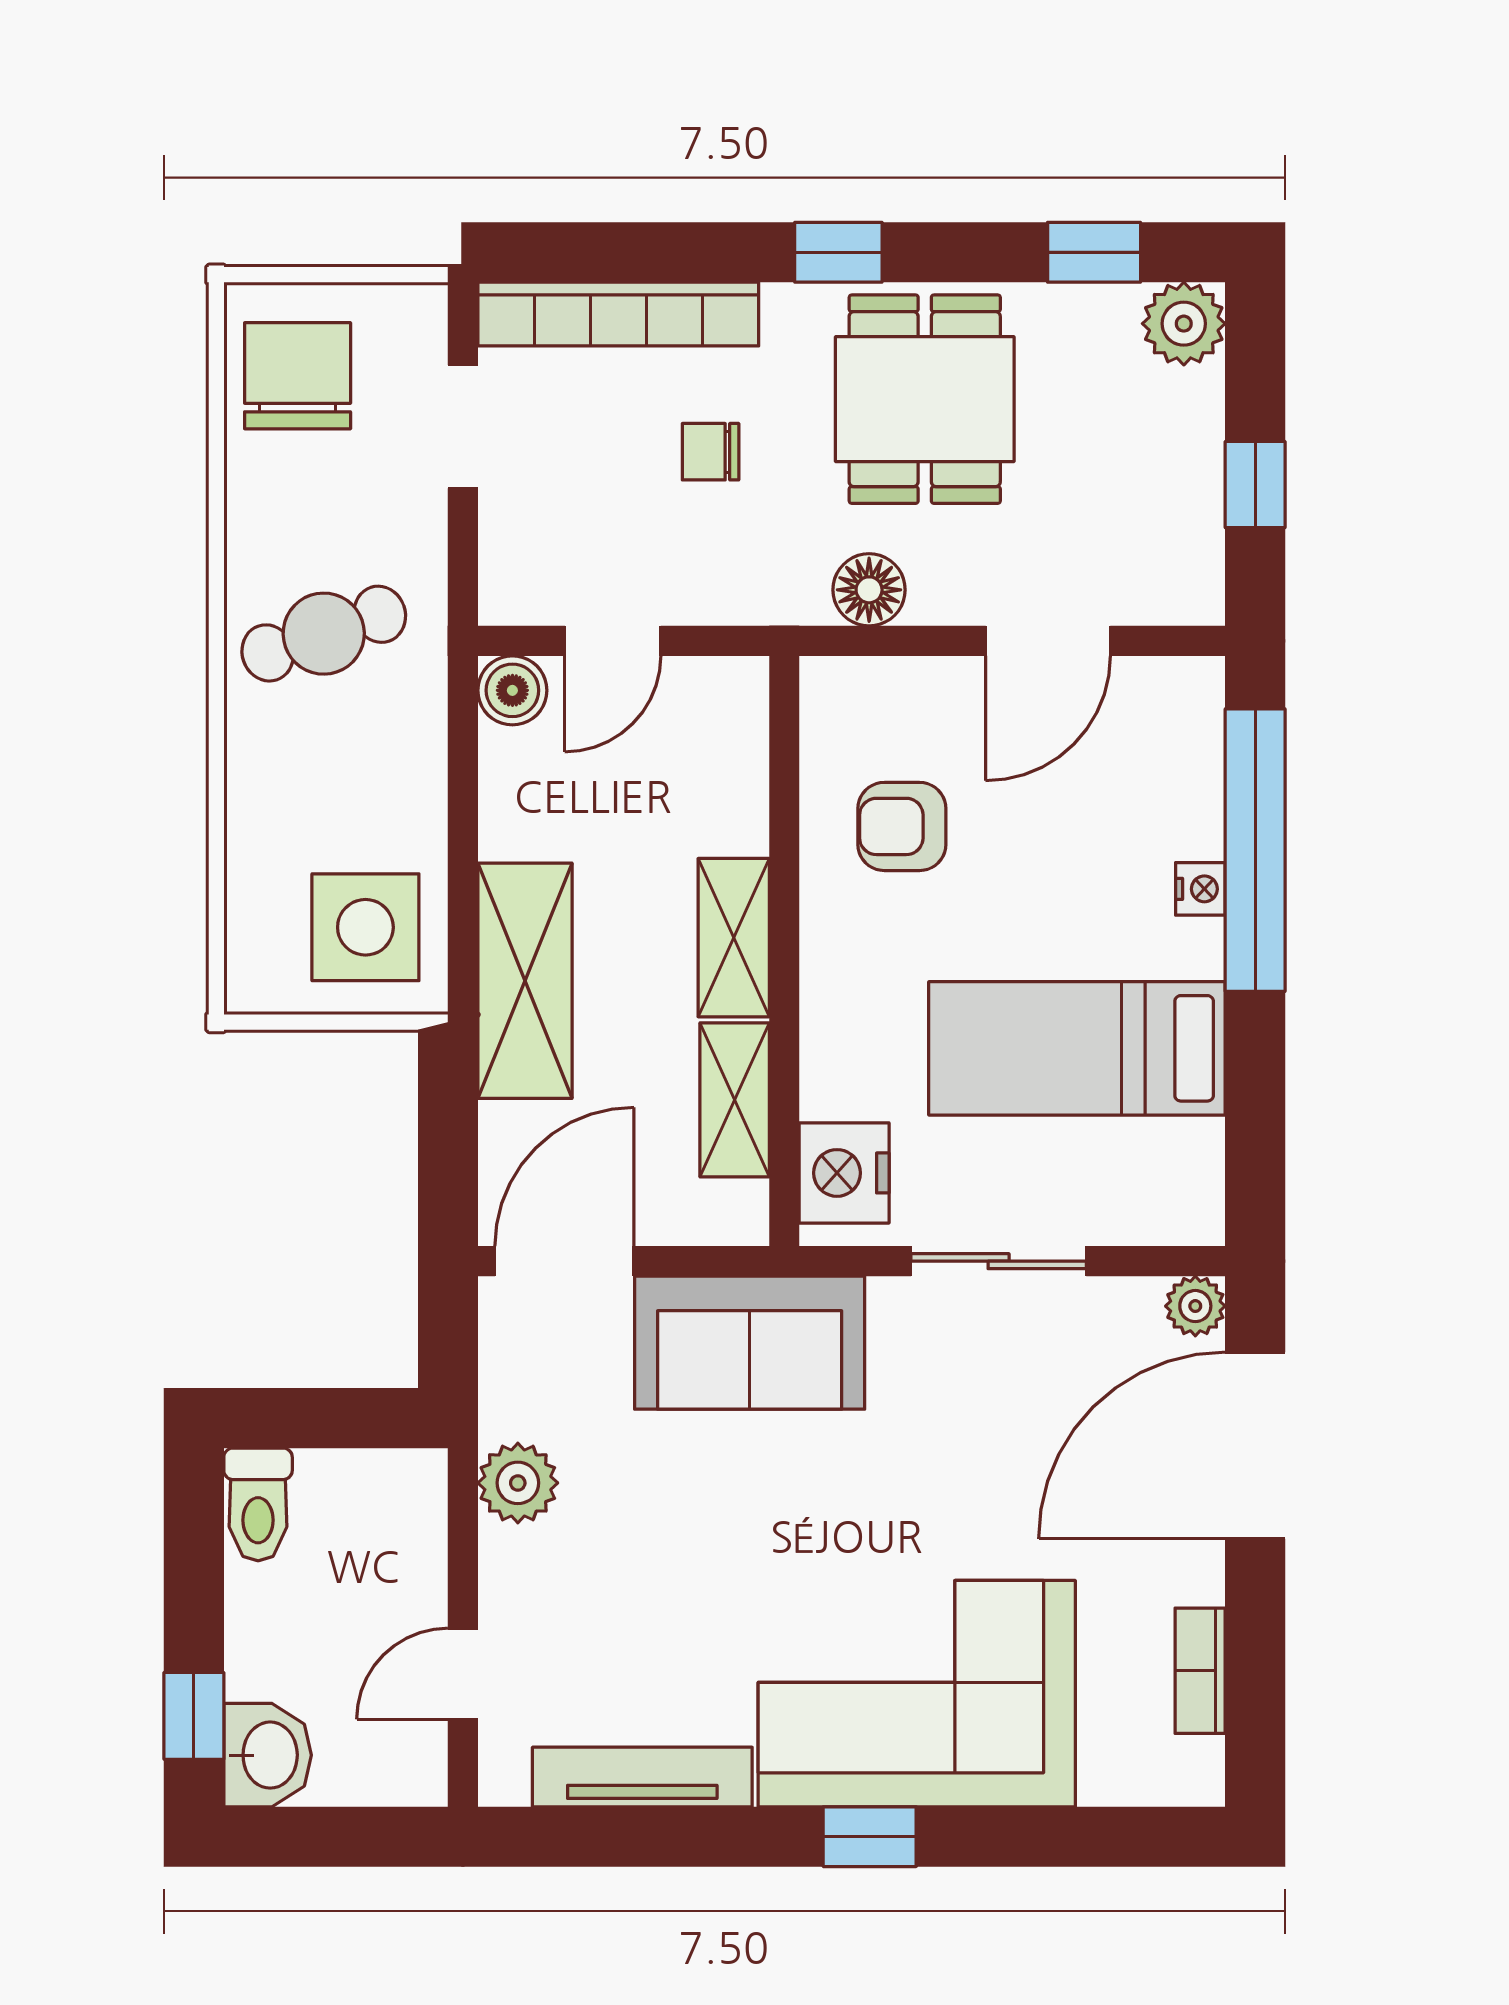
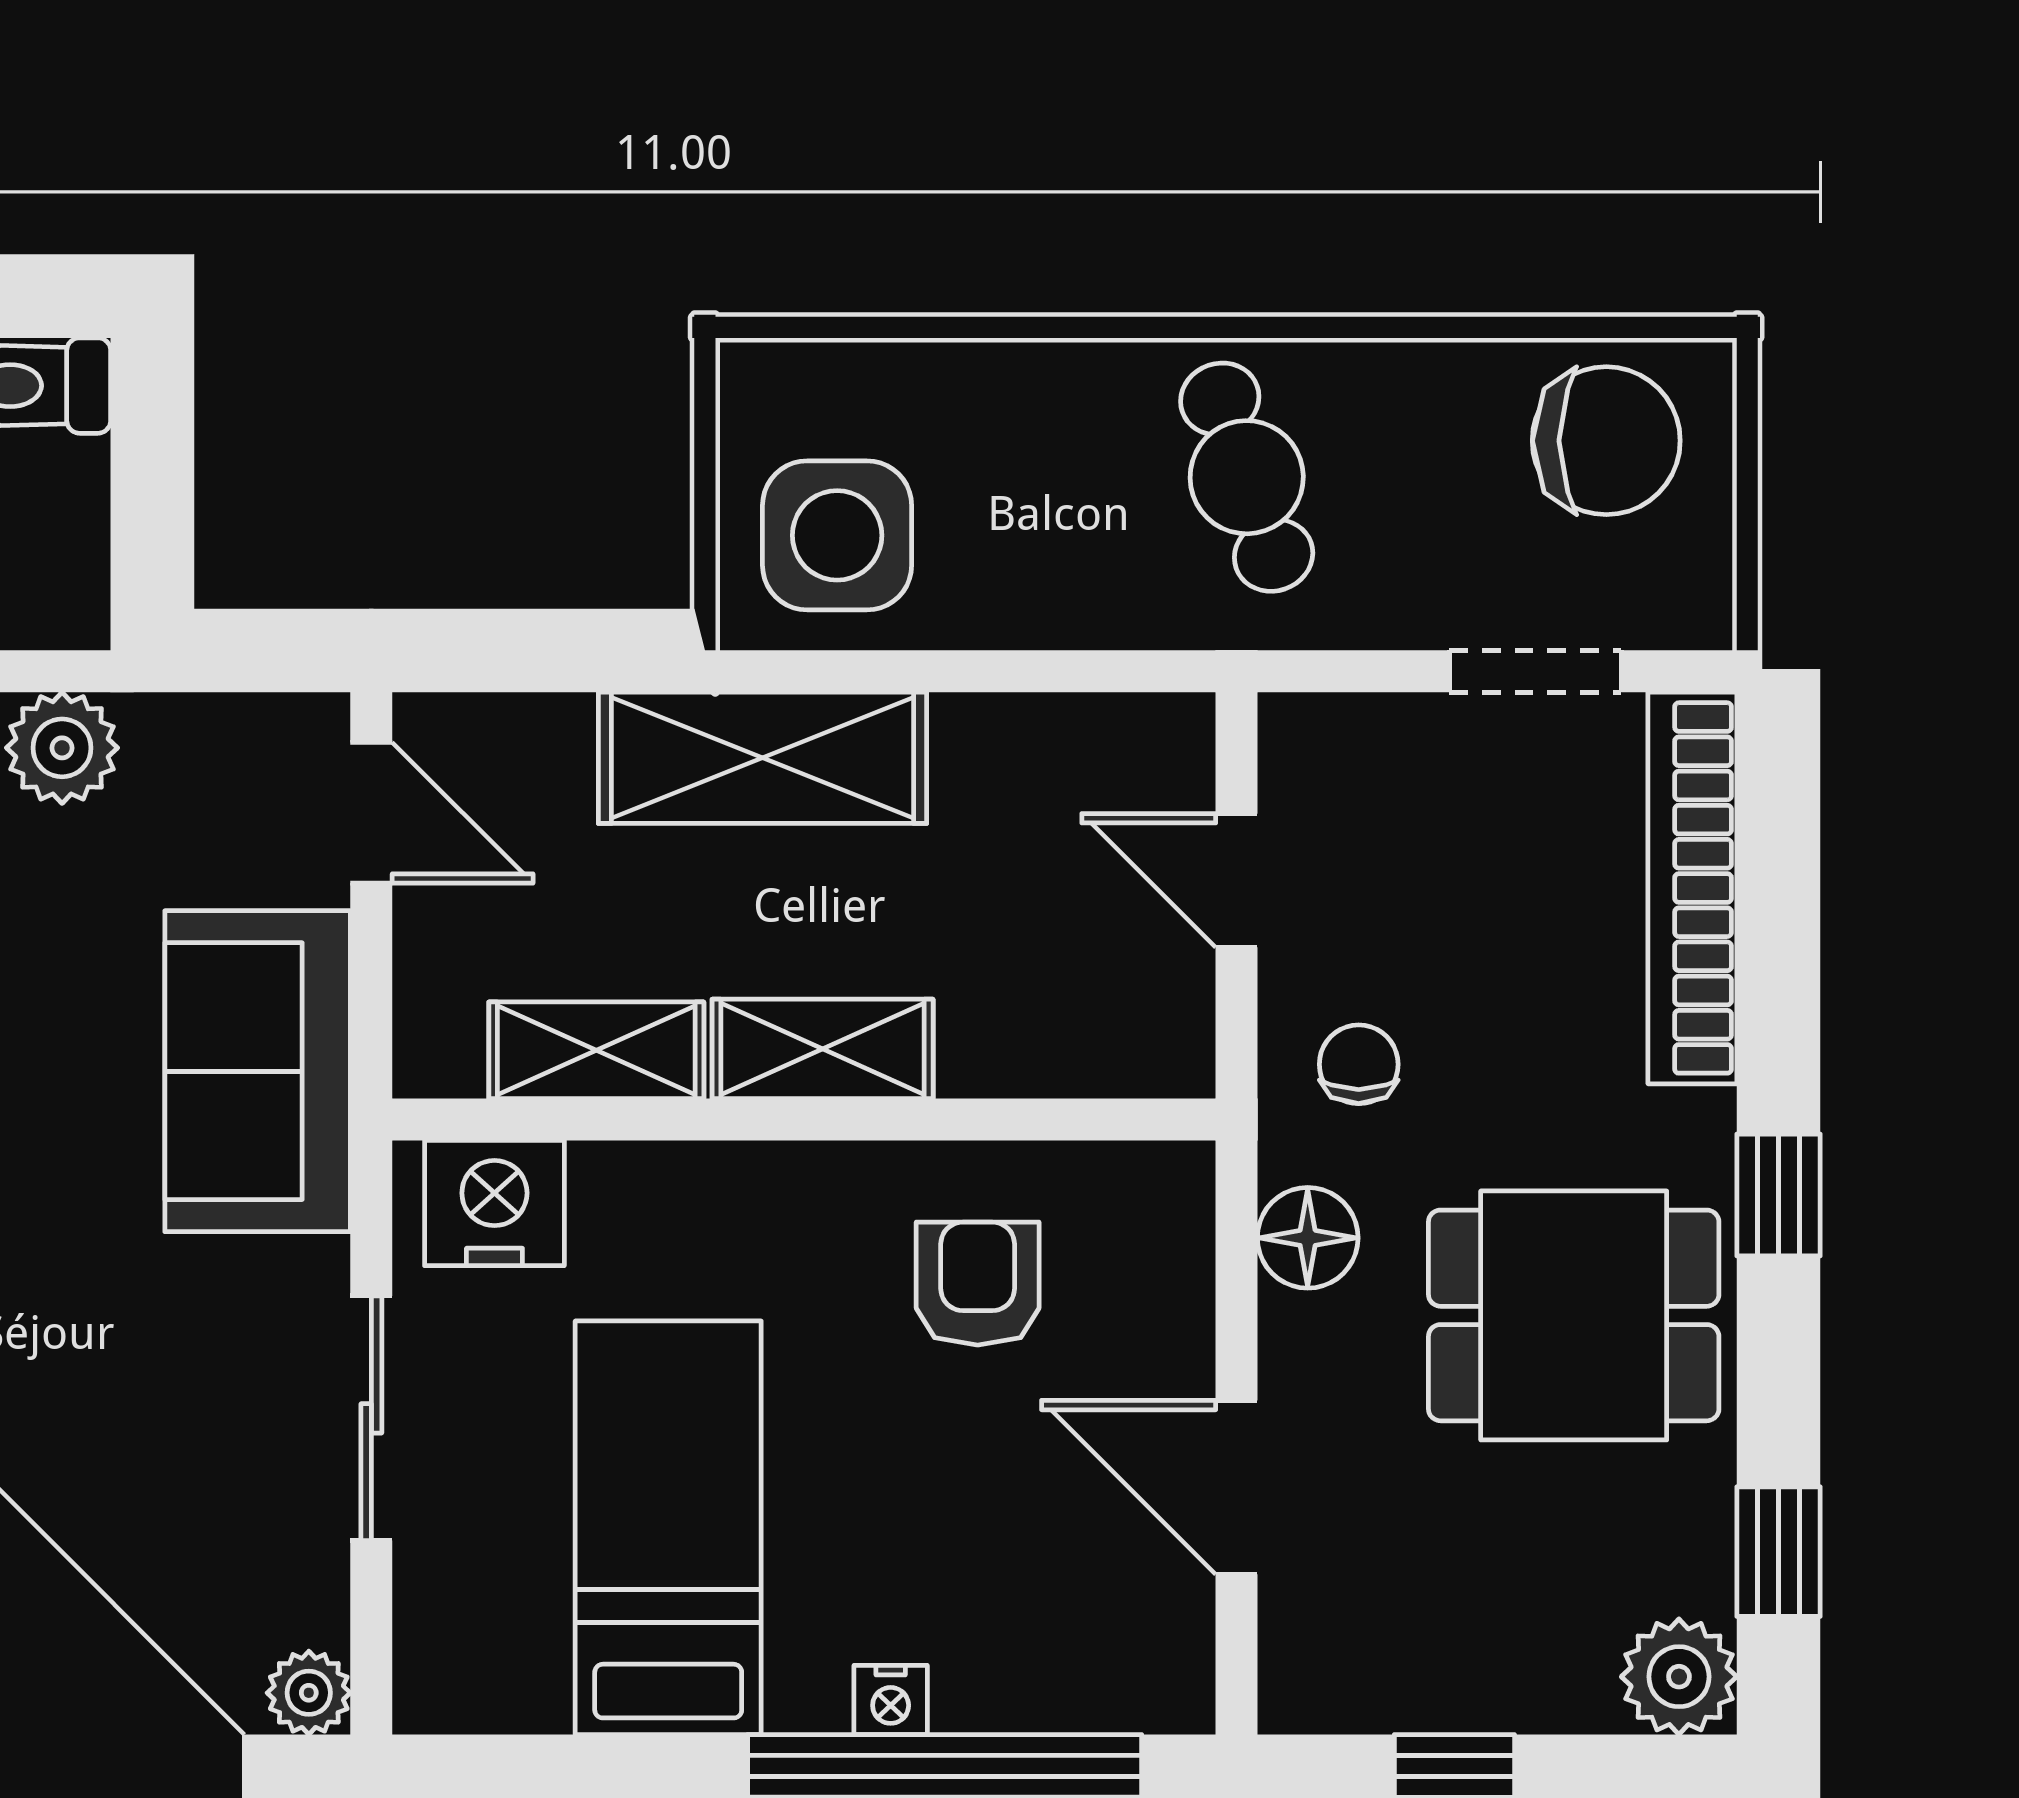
chair: (711, 452) -> (1359, 1064), moved
boiler: (512, 690) -> (1167, 740), removed
door: (564, 1261) -> (371, 813), width x0.73

